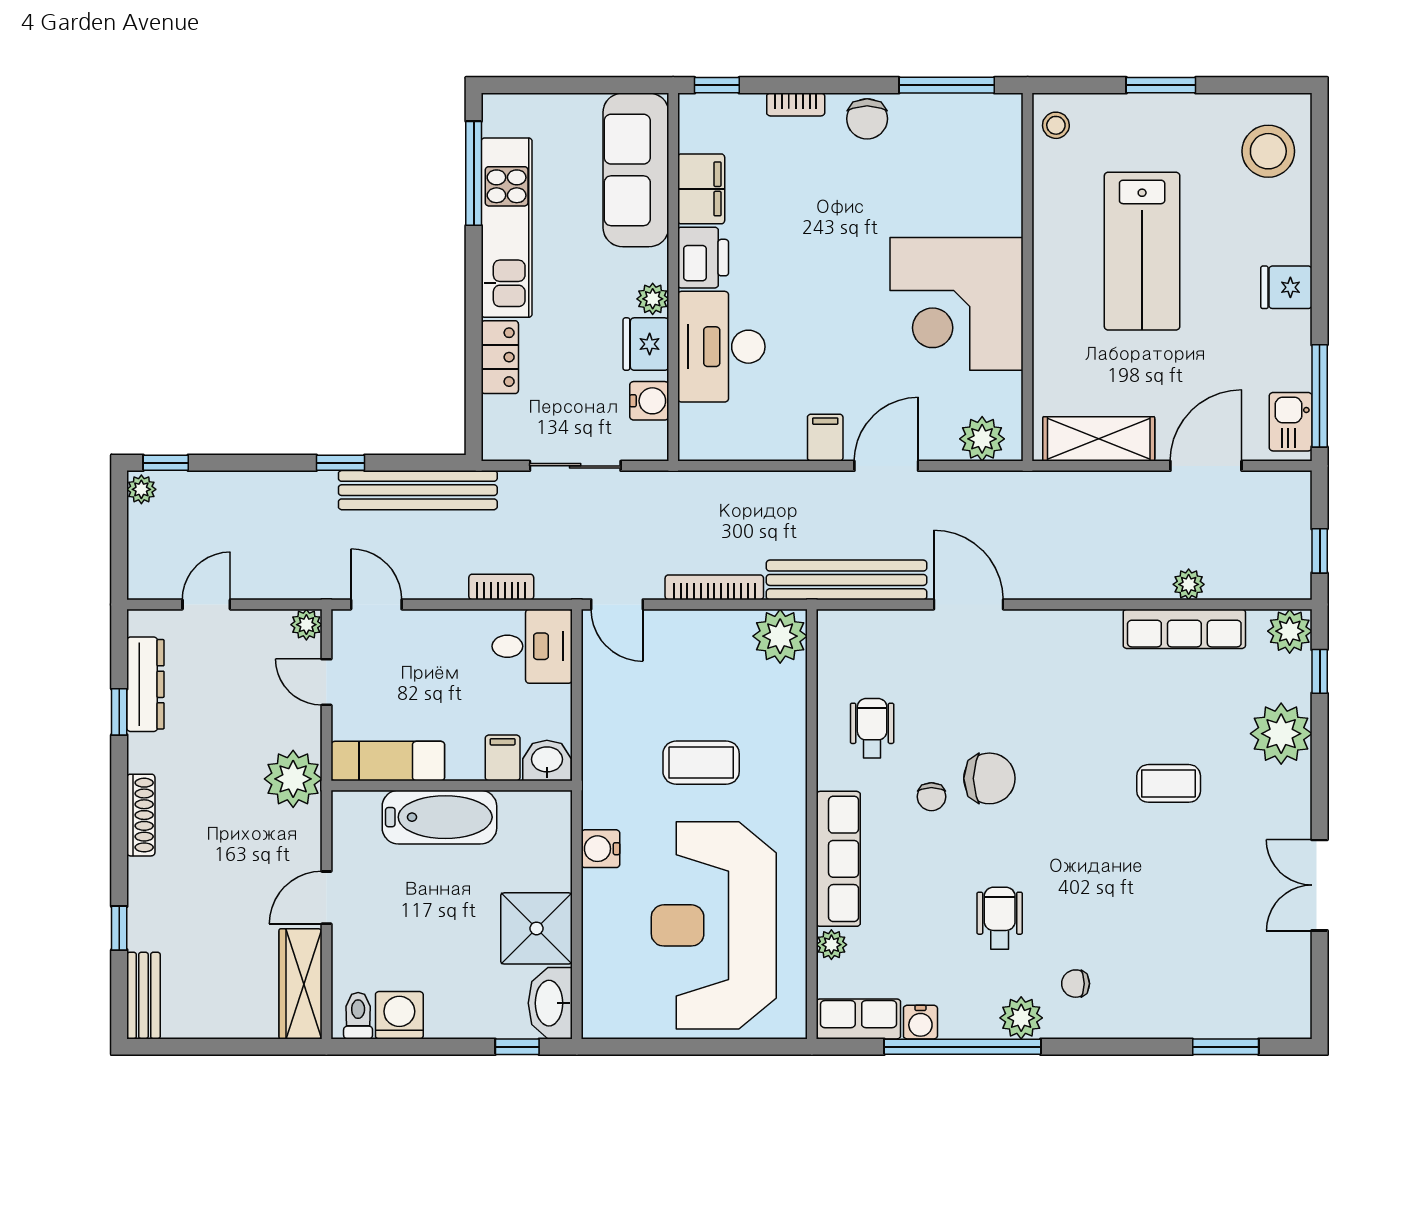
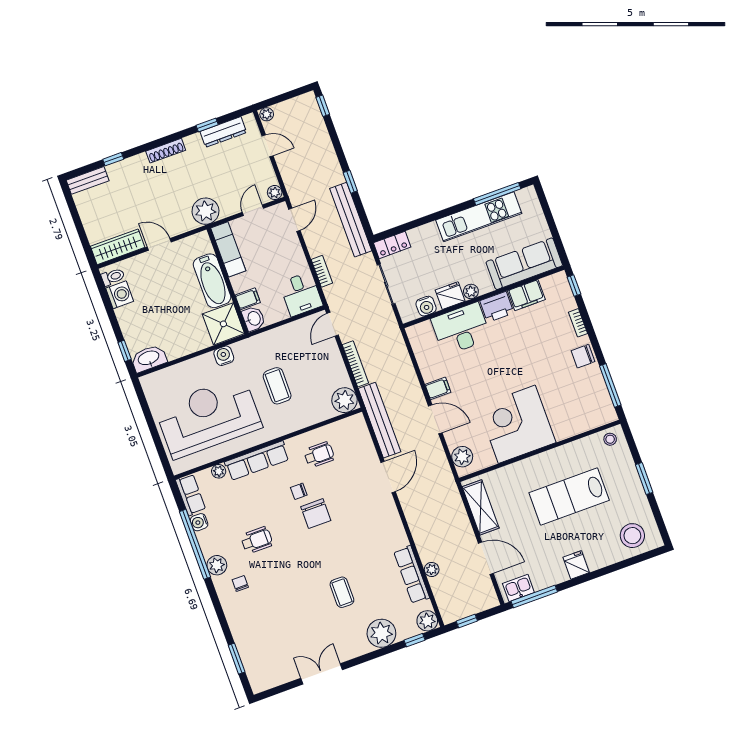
locker: (500, 357) -> (392, 245), moved
plant: (141, 489) -> (267, 114), moved
shower: (536, 928) -> (223, 324), moved

